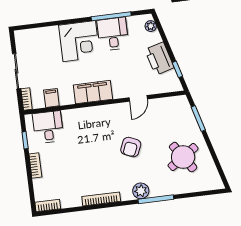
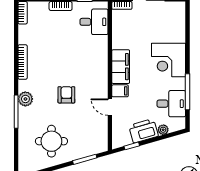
plant: (151, 26) -> (163, 130), moved
desk: (113, 34) -> (171, 104), moved
filing cabinet: (51, 98) -> (120, 91), moved
armchair: (131, 147) -> (66, 95), turned 67
round table: (183, 157) -> (51, 141), turned 34

